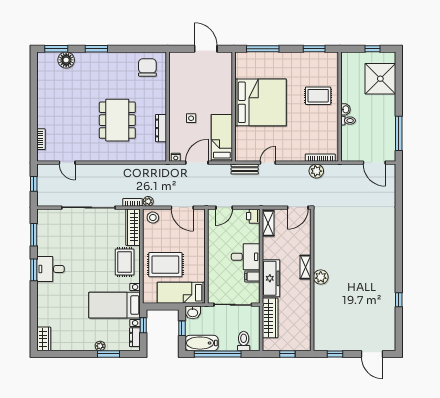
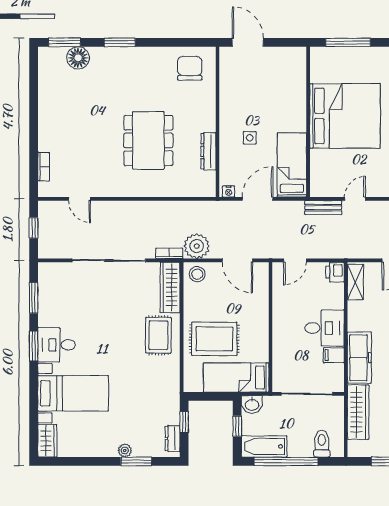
door: (206, 49) -> (248, 42), moved
plant: (148, 201) -> (197, 246), width x1.87, depth x1.87
bed with nightstands: (115, 305) -> (73, 393), moved, turned 180

